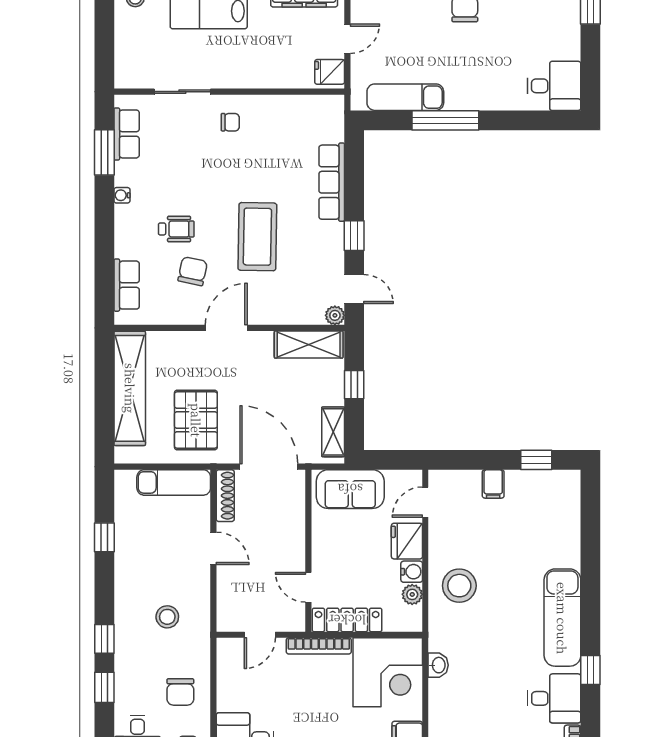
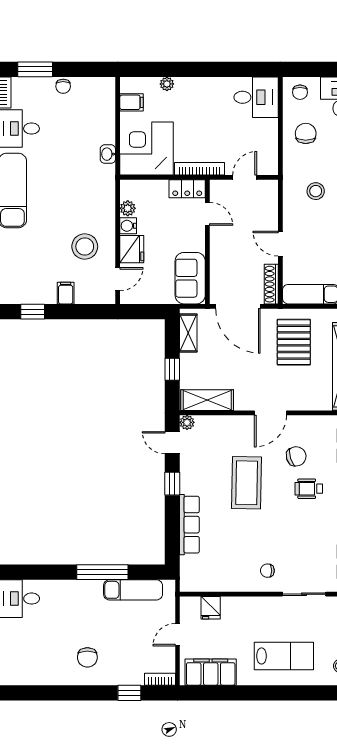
fridge: (330, 72) -> (211, 608), moved, turned 90
chair: (193, 271) -> (296, 456), turned -119
sofa: (350, 489) -> (190, 278), moved, turned -90
stool: (459, 586) -> (85, 246), moved
locker: (347, 620) -> (187, 189), width x0.66

